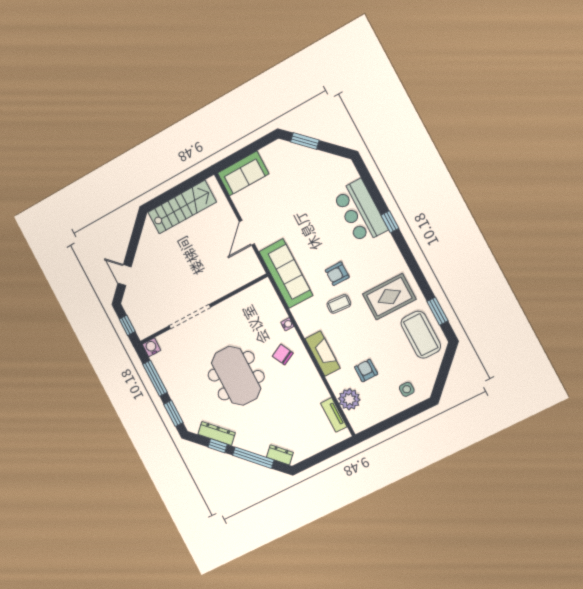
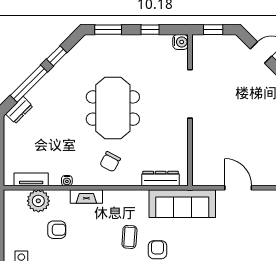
water cooler: (287, 324) -> (67, 181), moved
fireplace: (323, 354) -> (86, 196), width x0.73, depth x0.76
chair: (283, 355) -> (110, 162), turned 145
meeting table: (236, 376) -> (113, 108), turned 90
window: (155, 378) -> (150, 30), width x0.46
dresser: (217, 434) -> (161, 179), moved, turned -135

